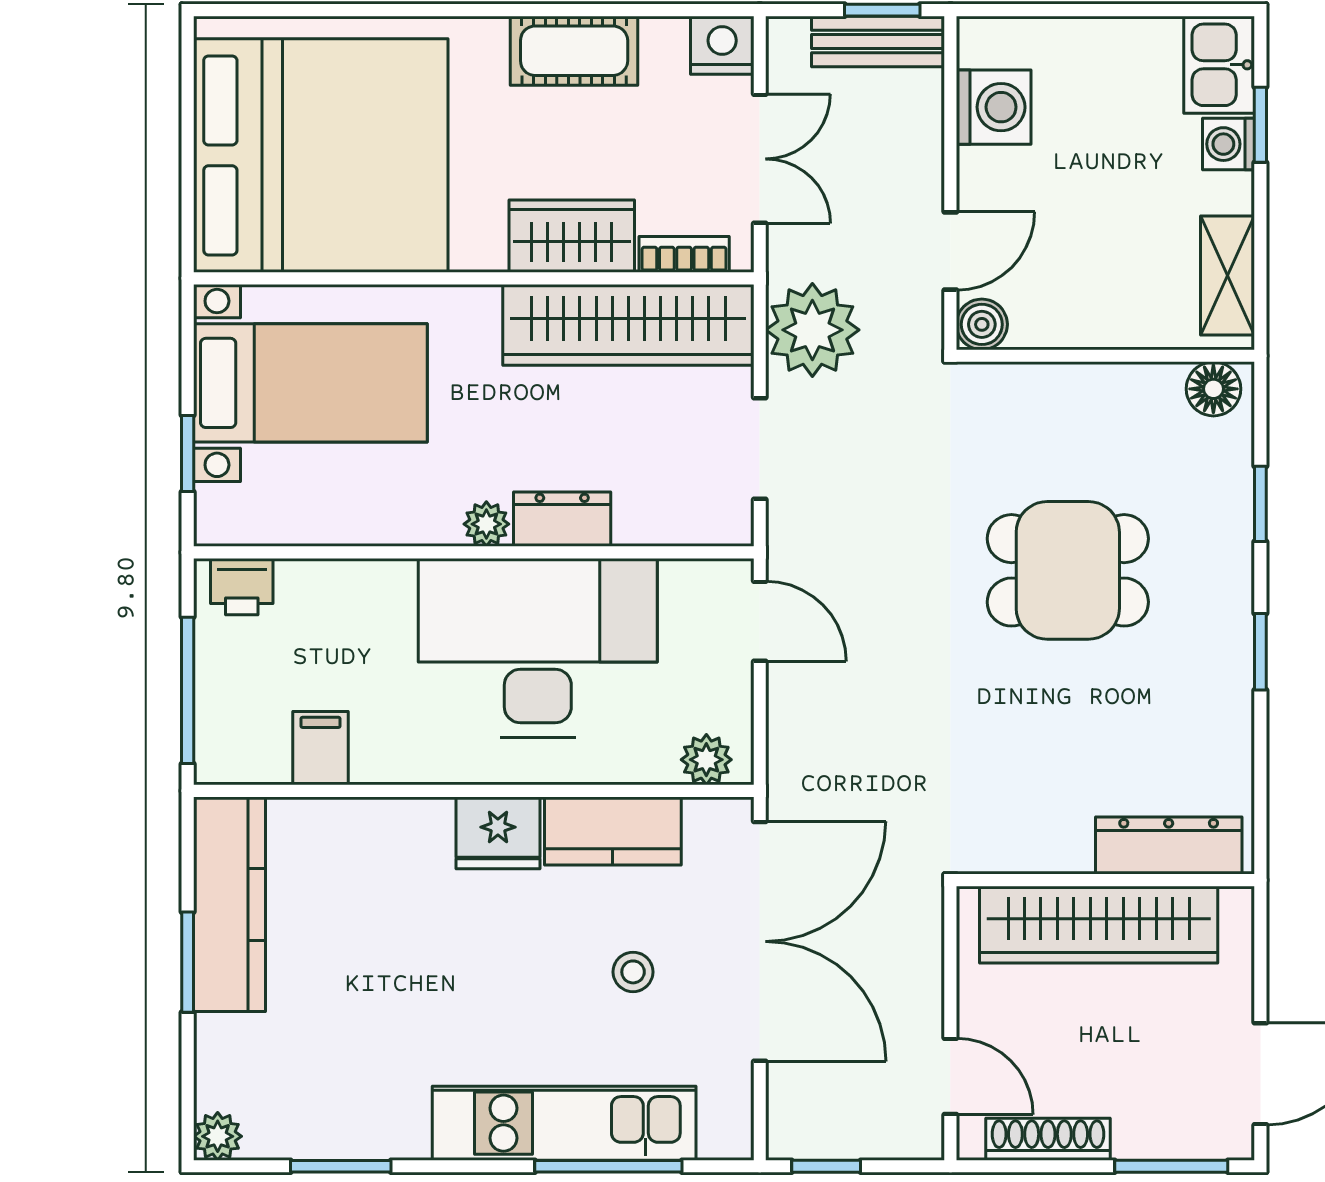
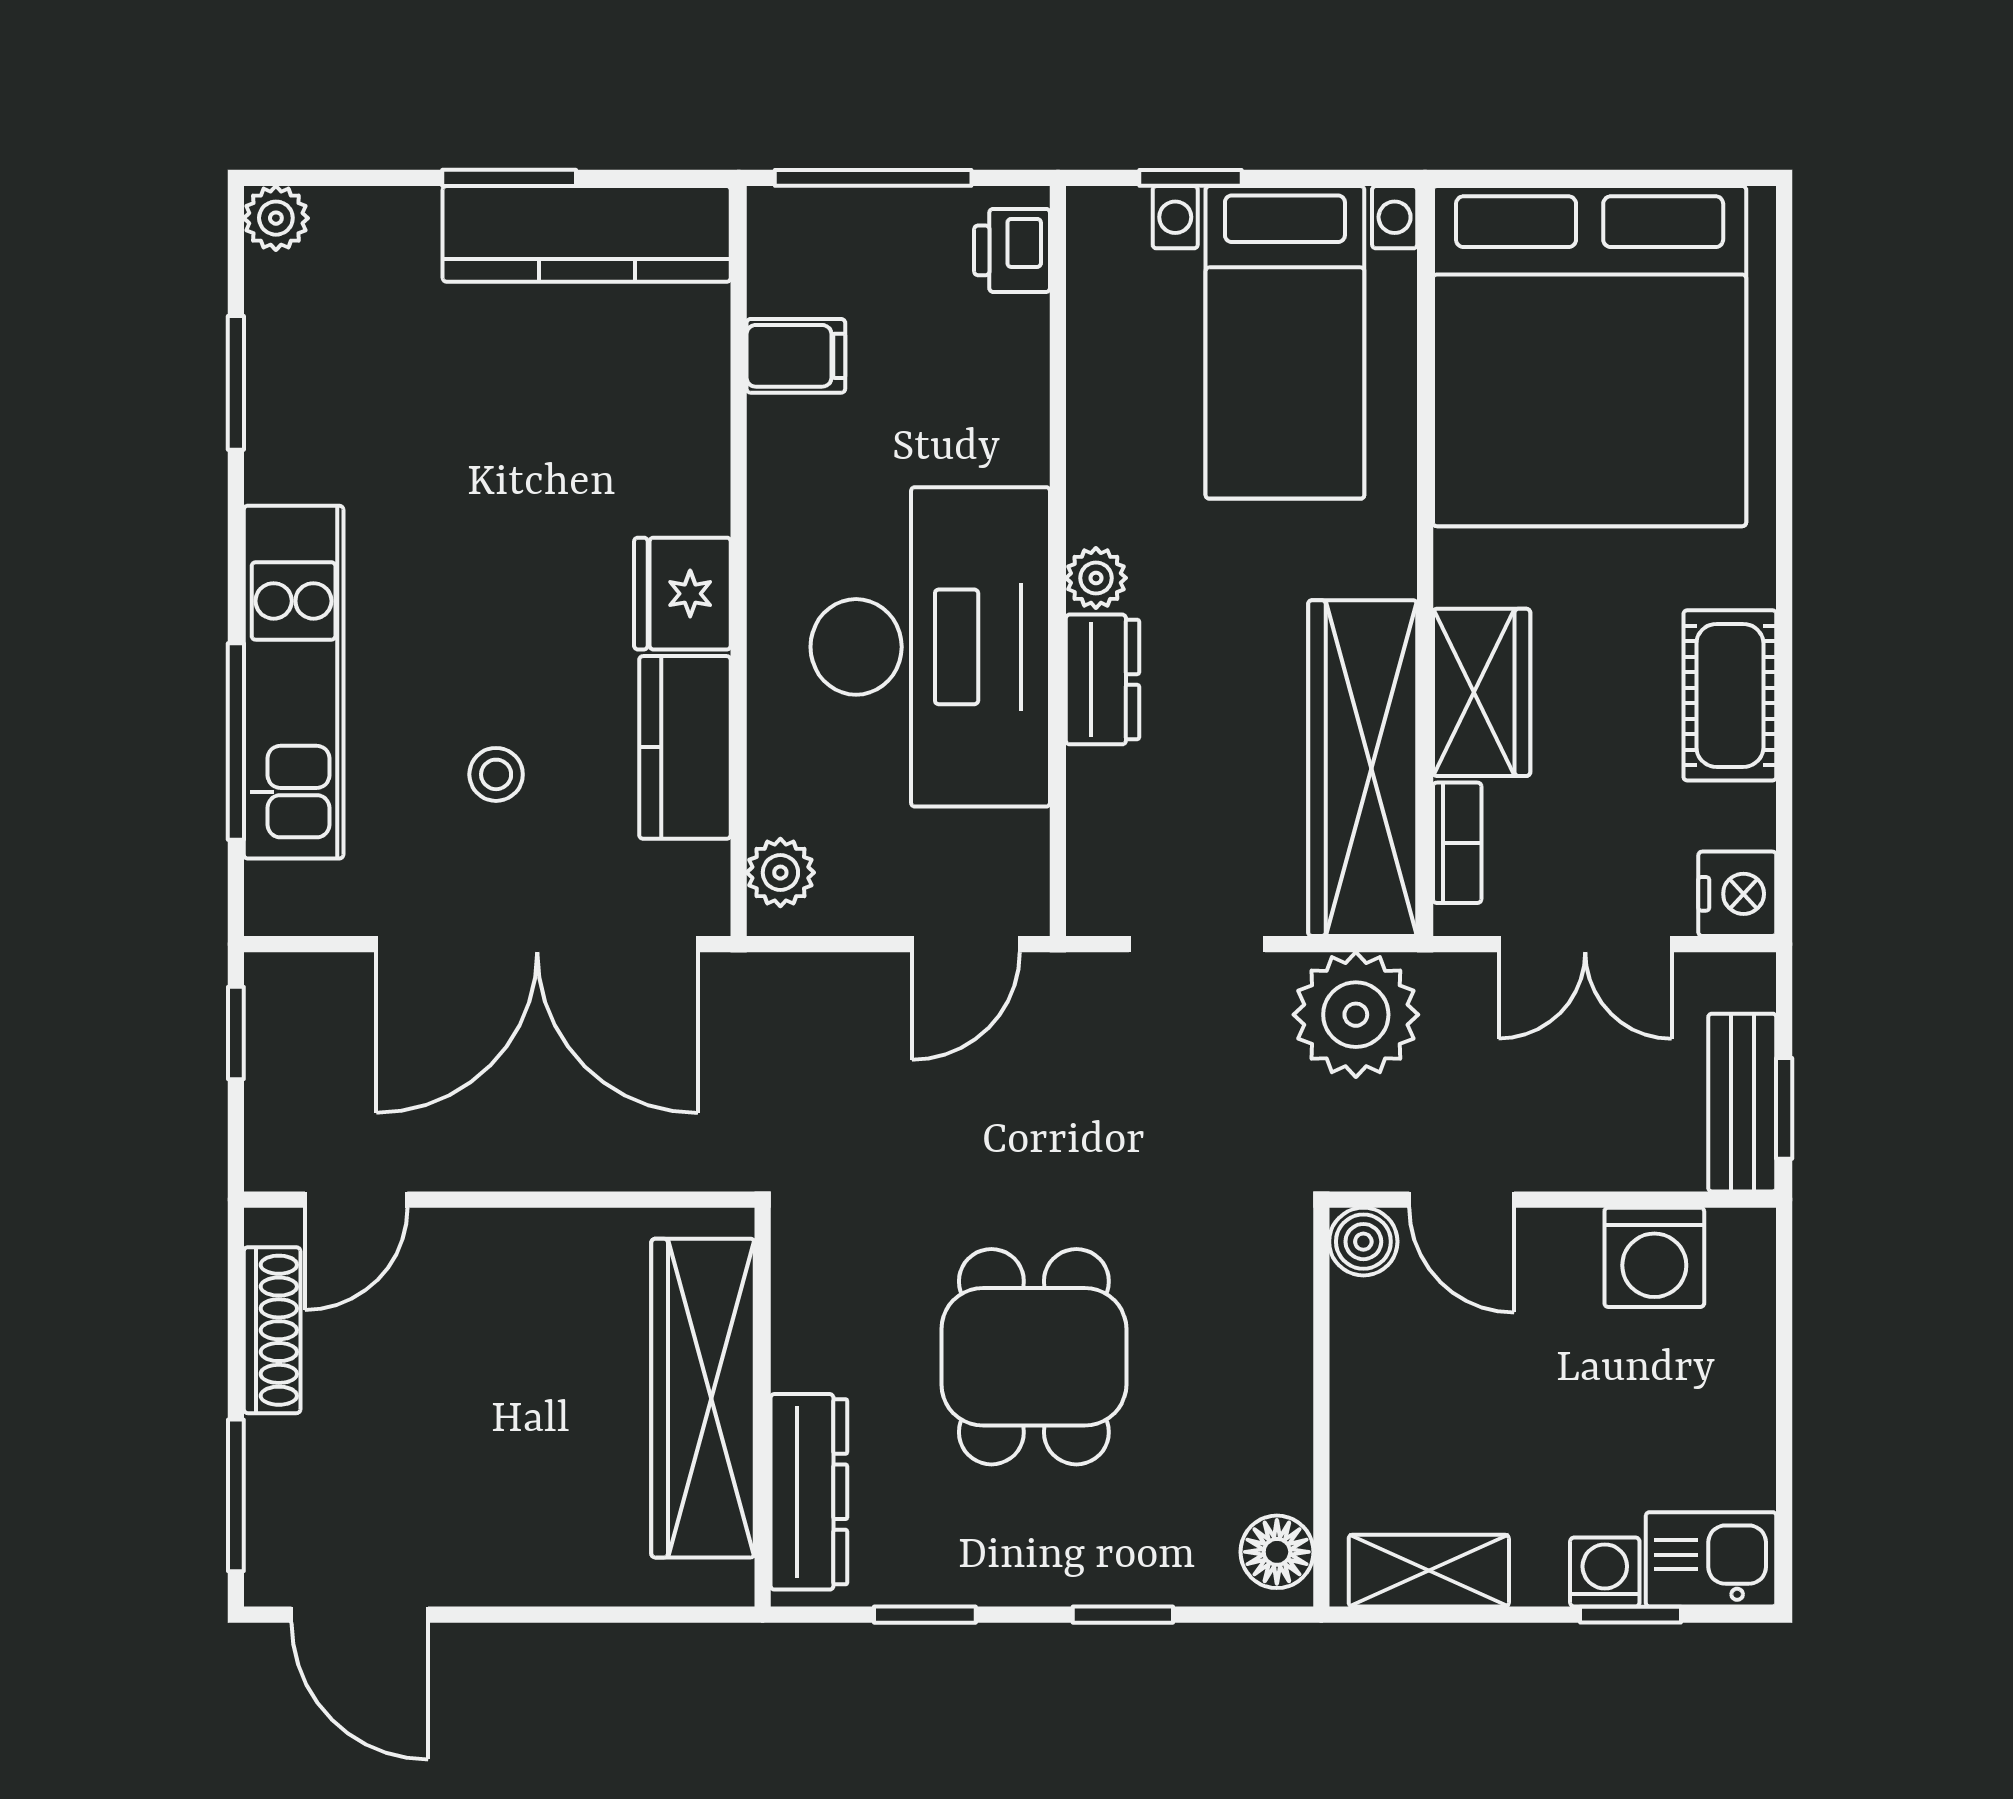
dresser: (1169, 846) -> (809, 1492), moved
wall: (1105, 880) -> (763, 1407), moved
wardrobe: (1099, 925) -> (703, 1398), moved

